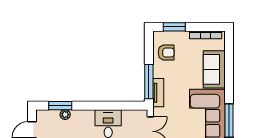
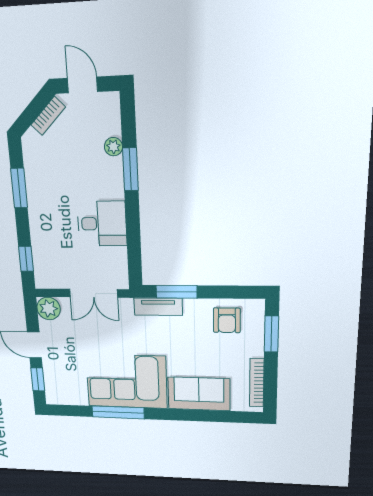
window: (149, 82) -> (176, 292), width x0.69
window: (60, 106) -> (130, 169), moved

